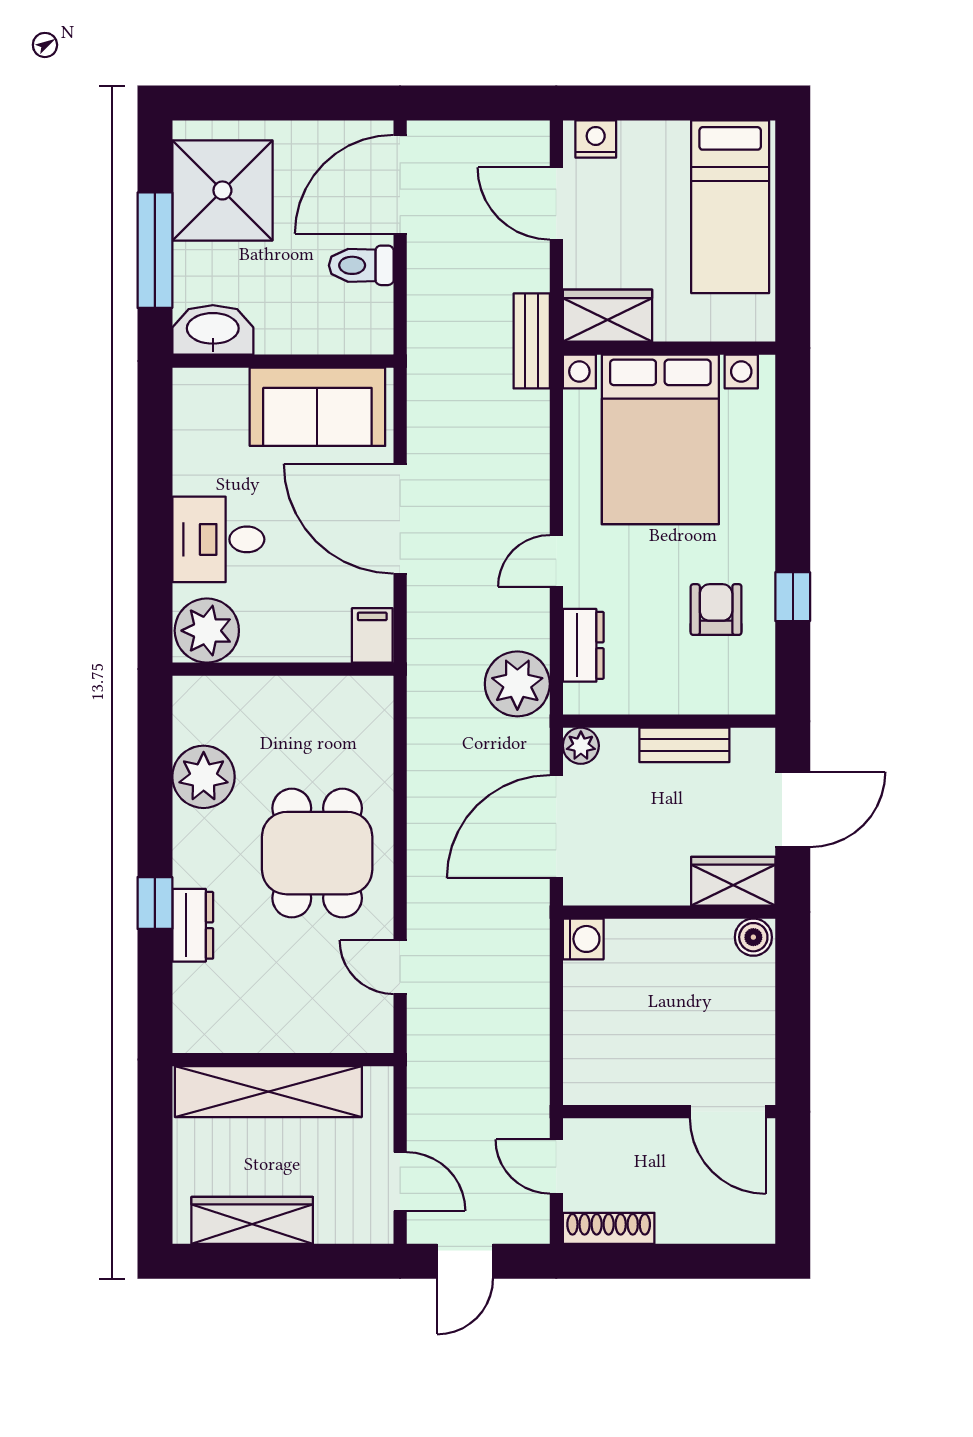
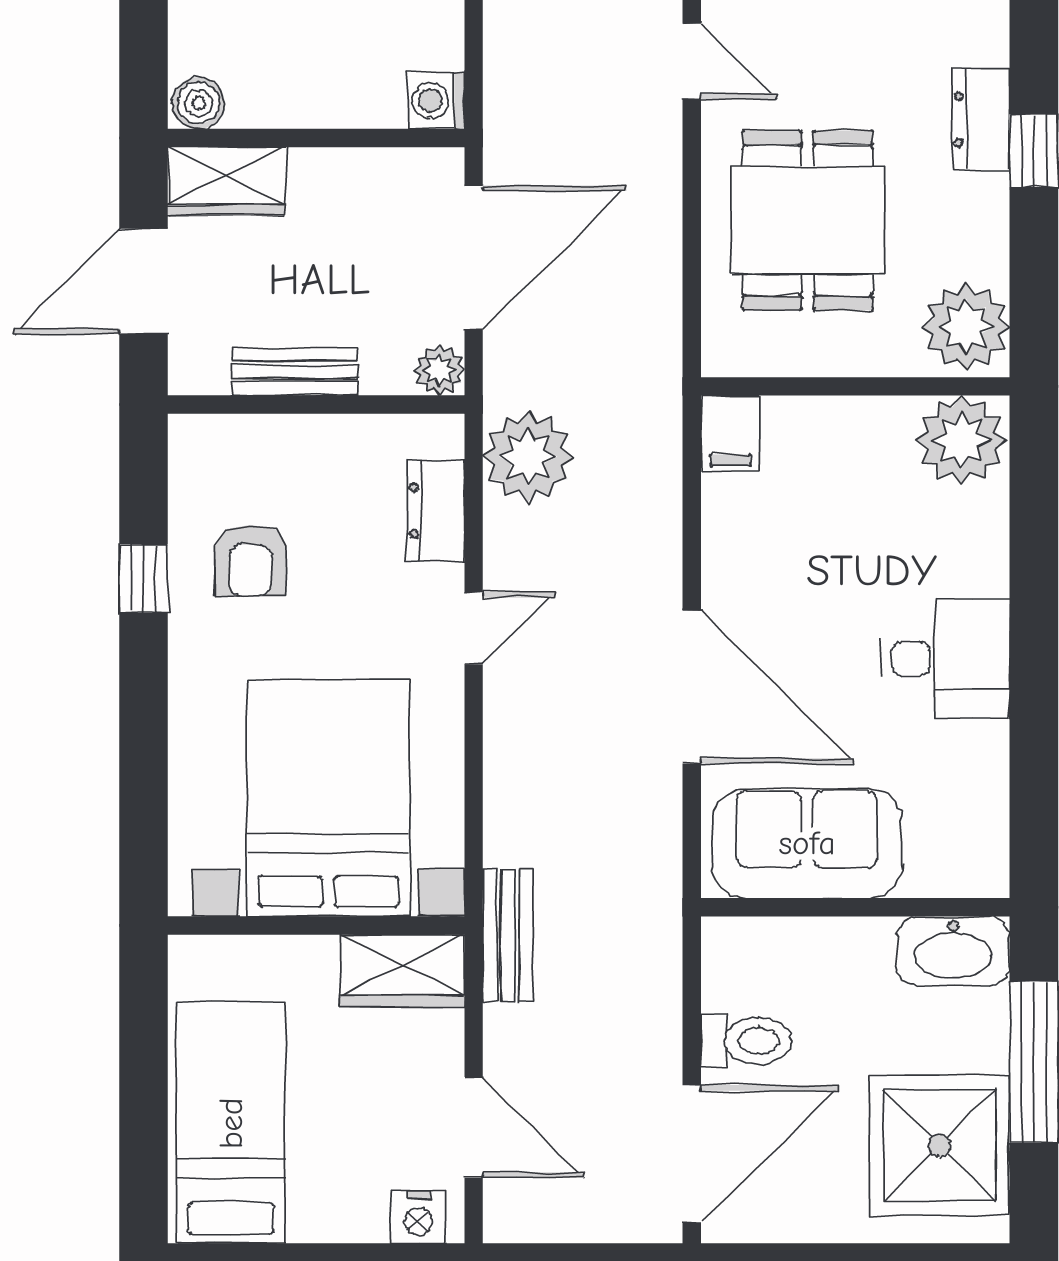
plant: (207, 631) -> (961, 440), moved
filing cabinet: (372, 635) -> (730, 433), moved
wall: (283, 669) -> (855, 386), moved

